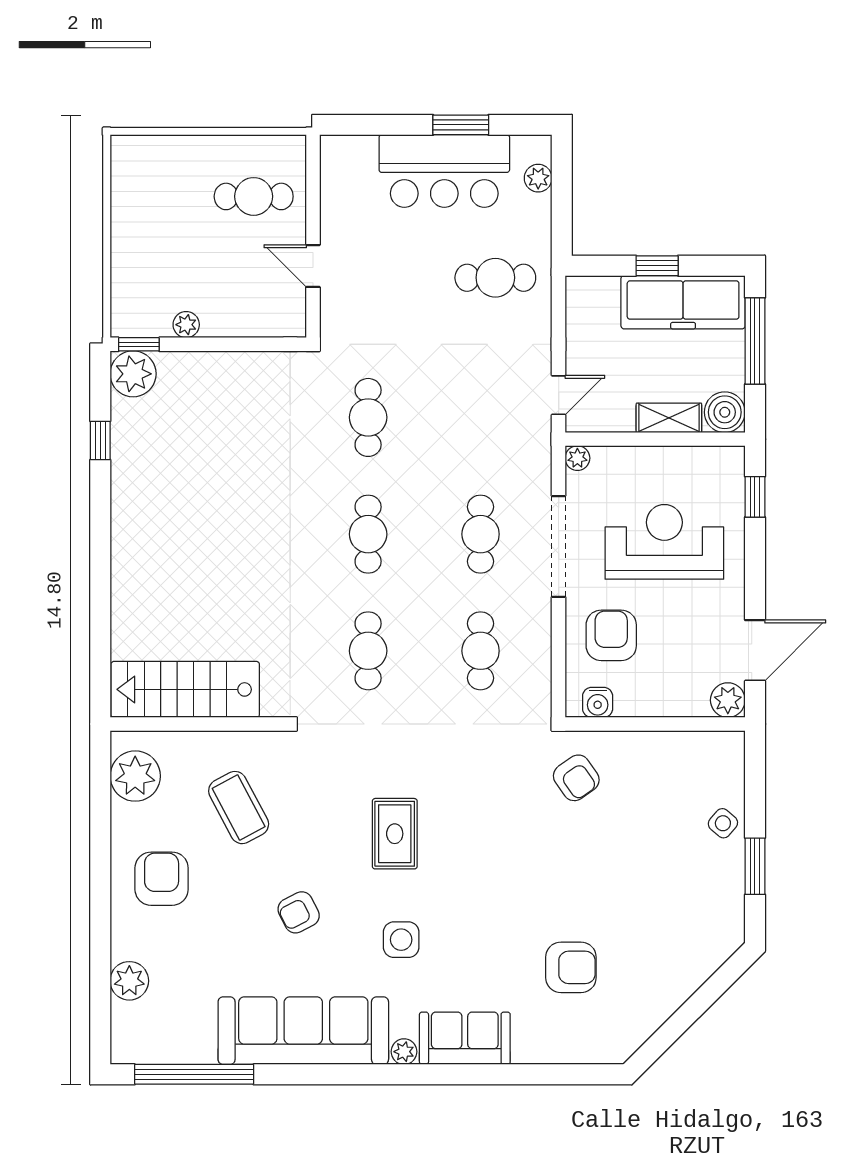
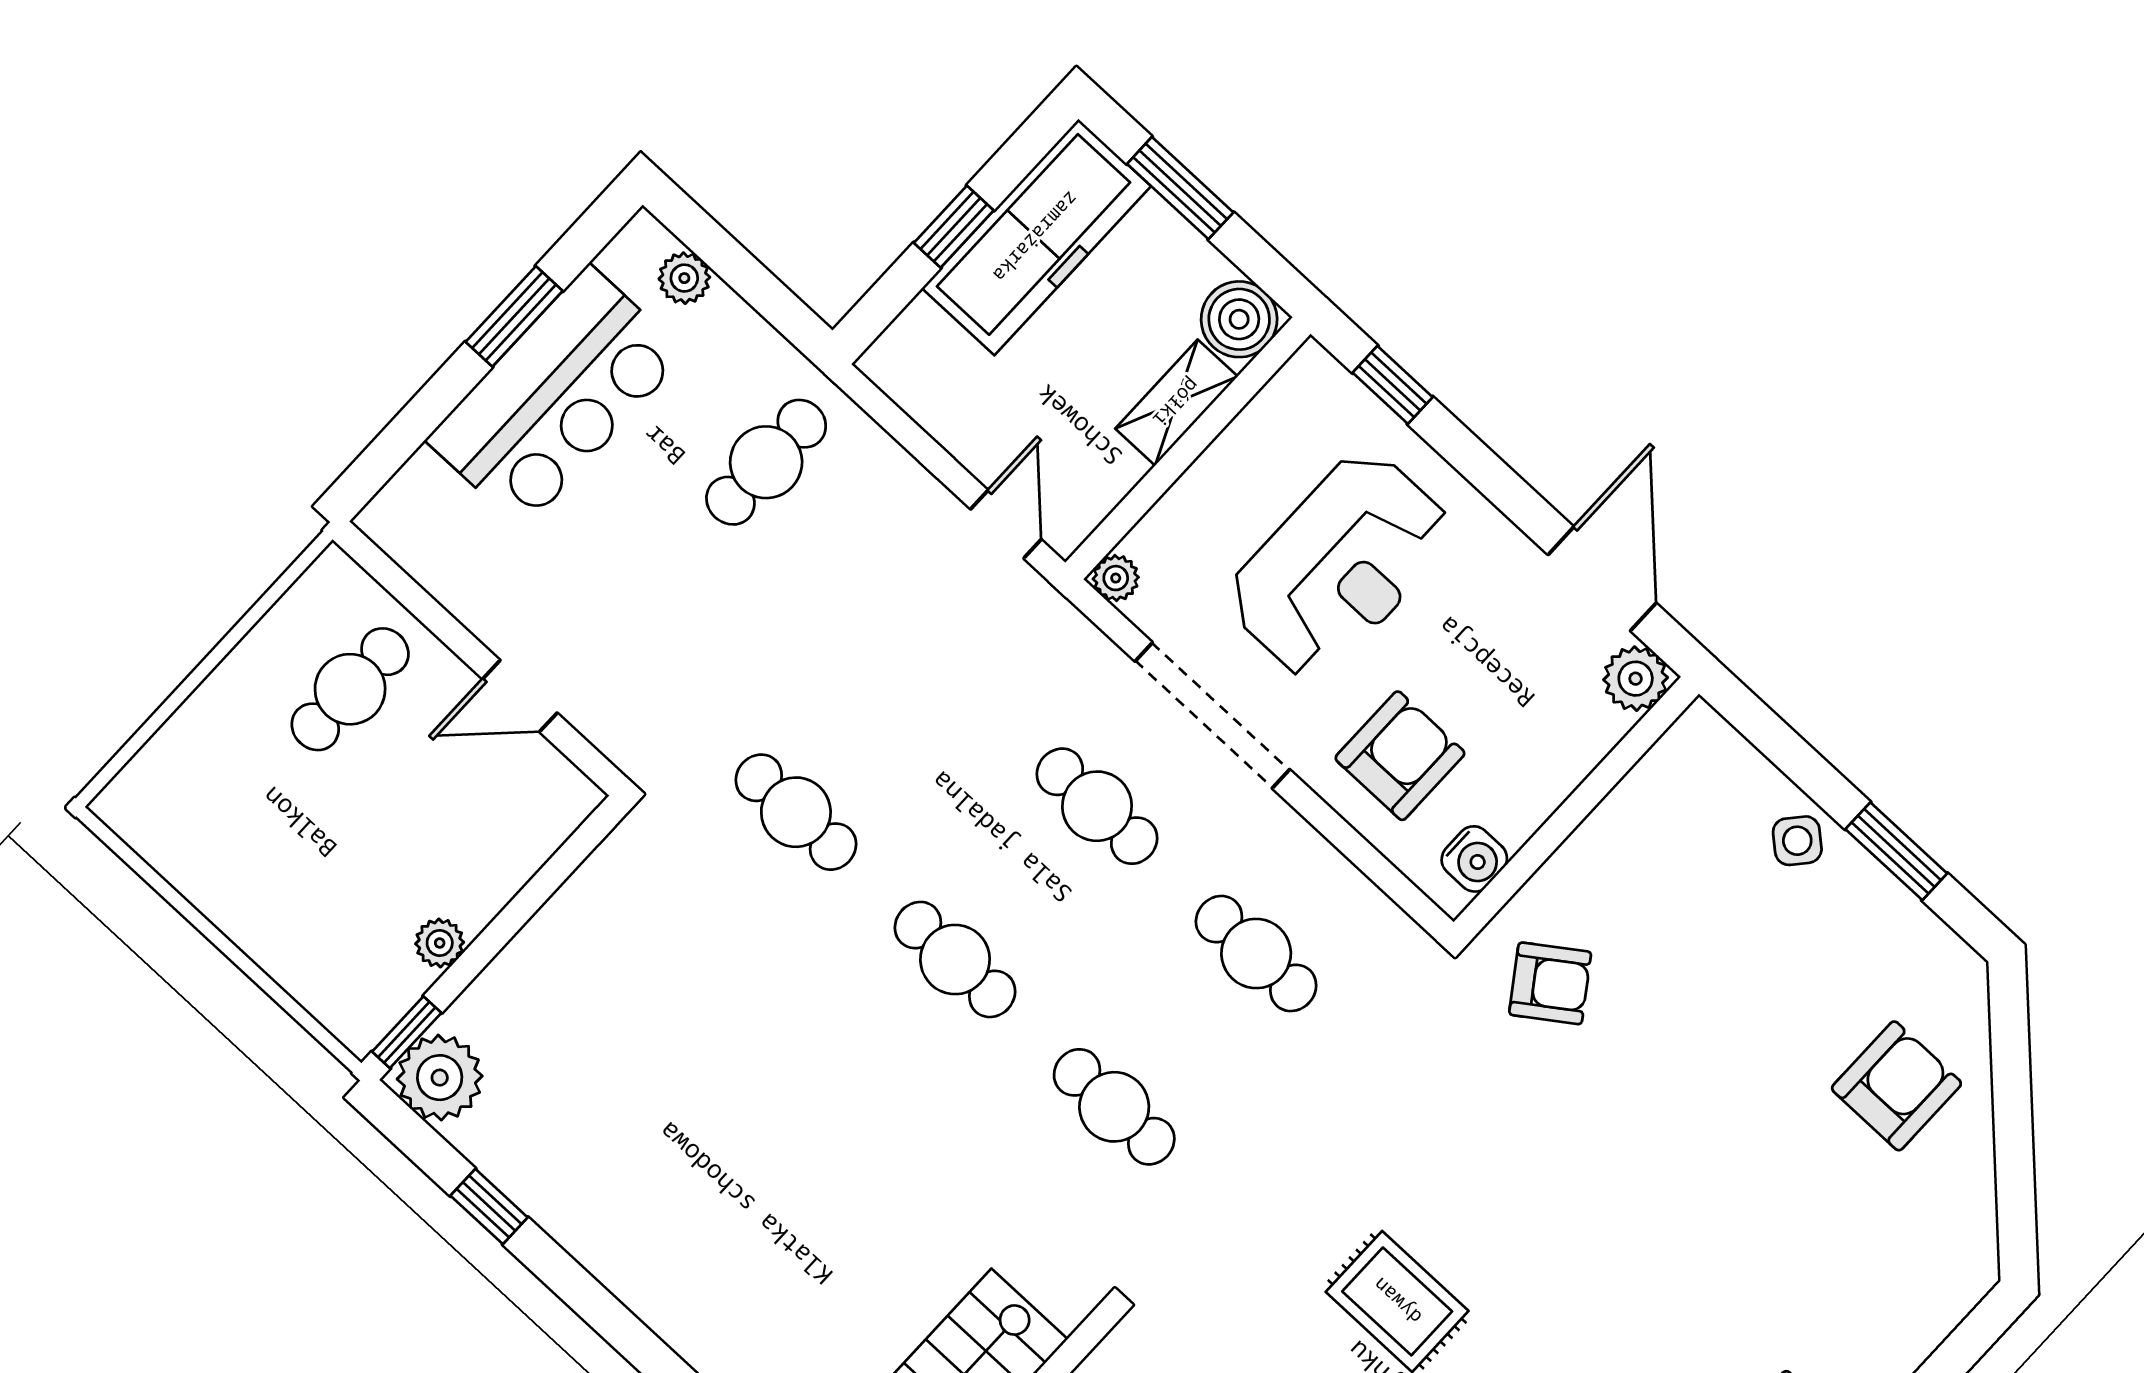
window: (755, 341) -> (1180, 188), width x0.69
reception desk: (664, 542) -> (1340, 565), turned 180
armchair: (611, 635) -> (1400, 756), turned 90
armchair: (571, 967) -> (1896, 1086), moved

